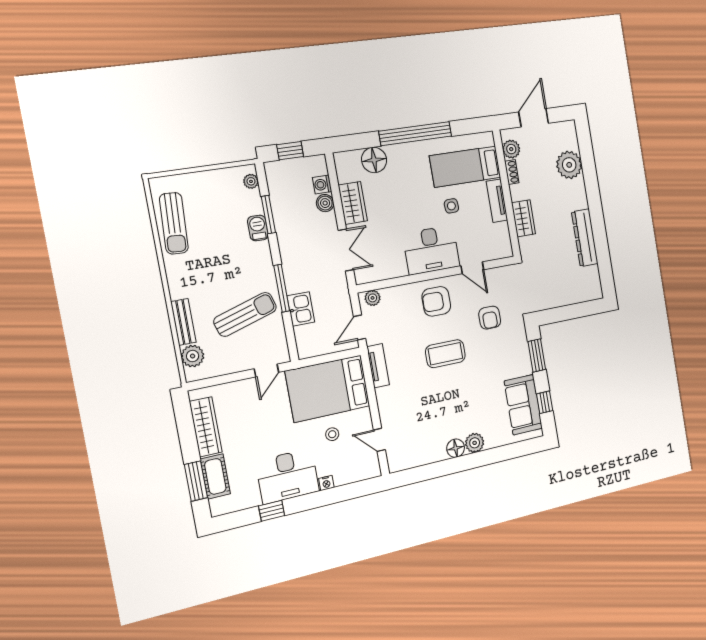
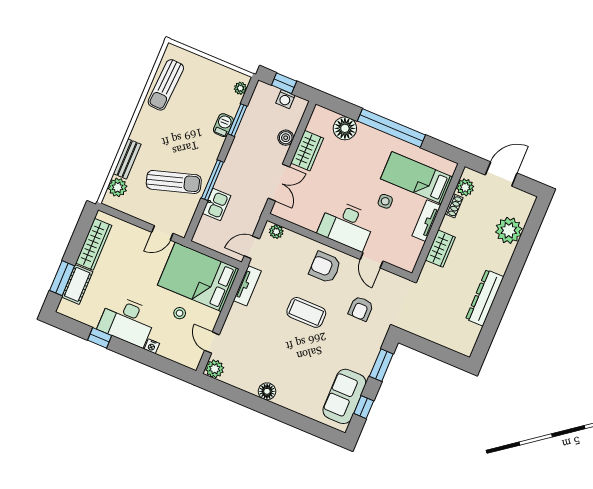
washing machine: (322, 185) -> (285, 99), moved, turned -90
plant: (475, 443) -> (215, 369), moved

